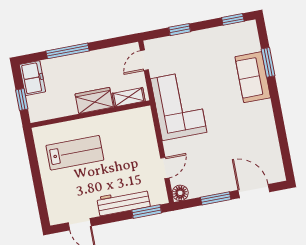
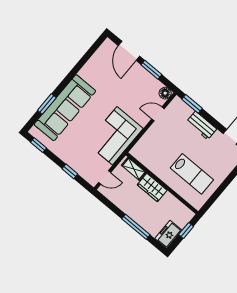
sofa: (253, 77) -> (65, 108), width x1.85, depth x1.27
lab bench: (75, 153) -> (192, 174), turned 180
workbench: (123, 202) -> (202, 125), width x0.73

